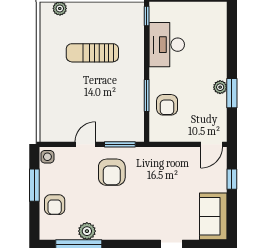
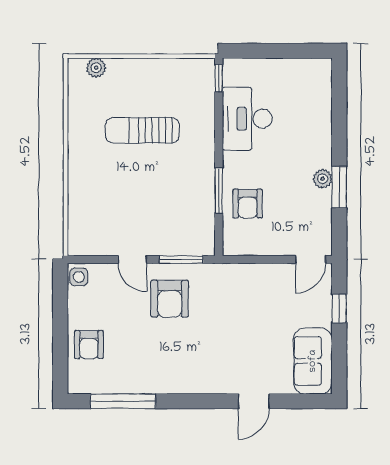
door: (85, 144) -> (132, 259), swing flipped
window: (34, 185) -> (60, 317), removed
plant: (87, 231) -> (135, 382), removed

